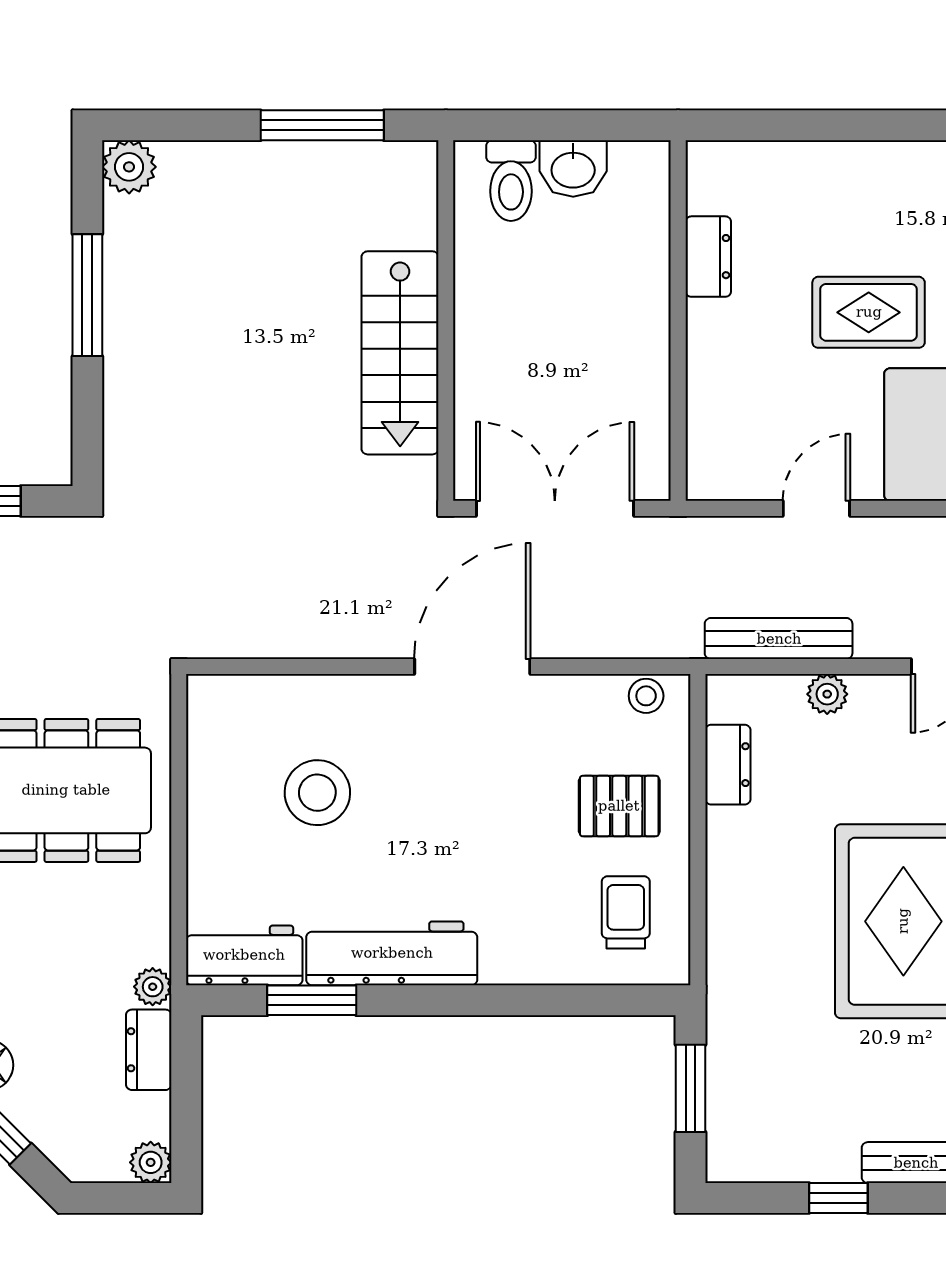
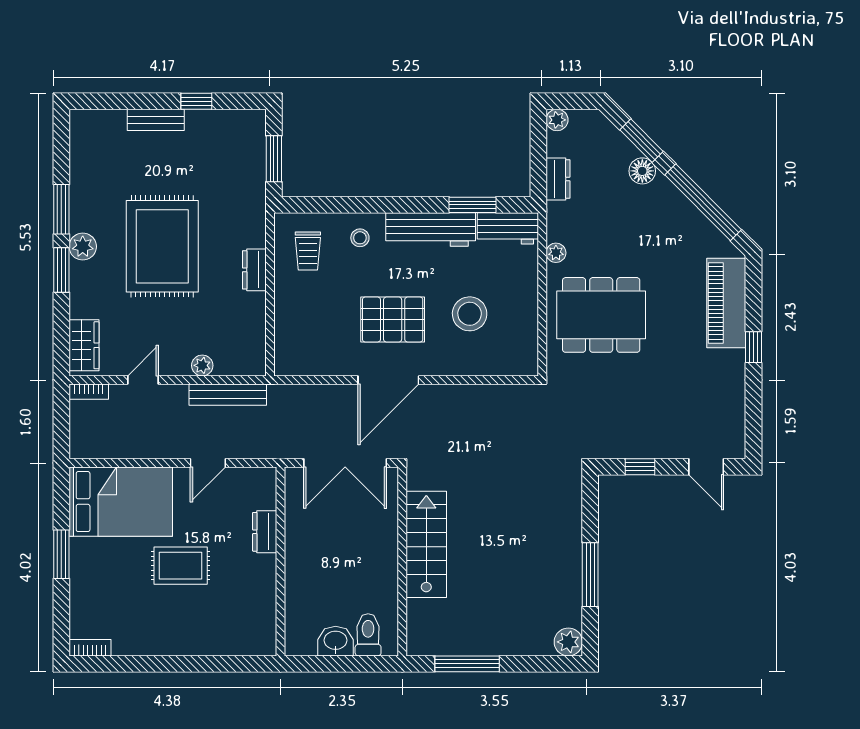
dresser: (708, 257) -> (265, 532), moved
stool: (646, 696) -> (360, 238), moved
dresser: (728, 765) -> (254, 270), moved
pallet: (619, 806) -> (393, 320), moved, width x1.50, depth x1.42
plant: (153, 987) -> (556, 253), moved

